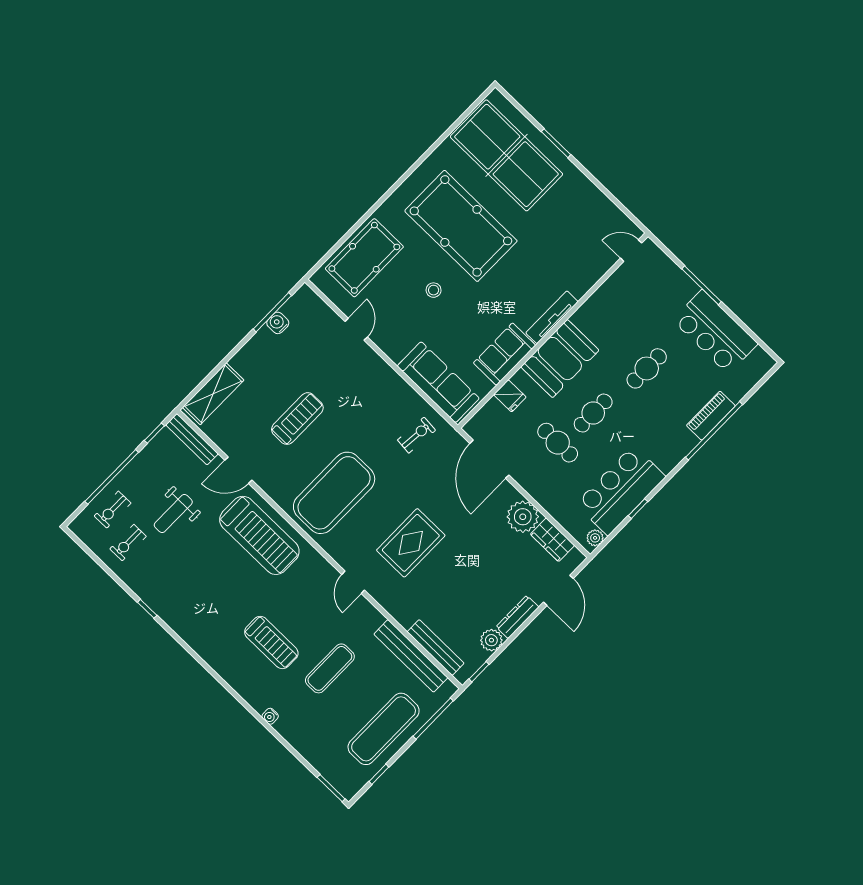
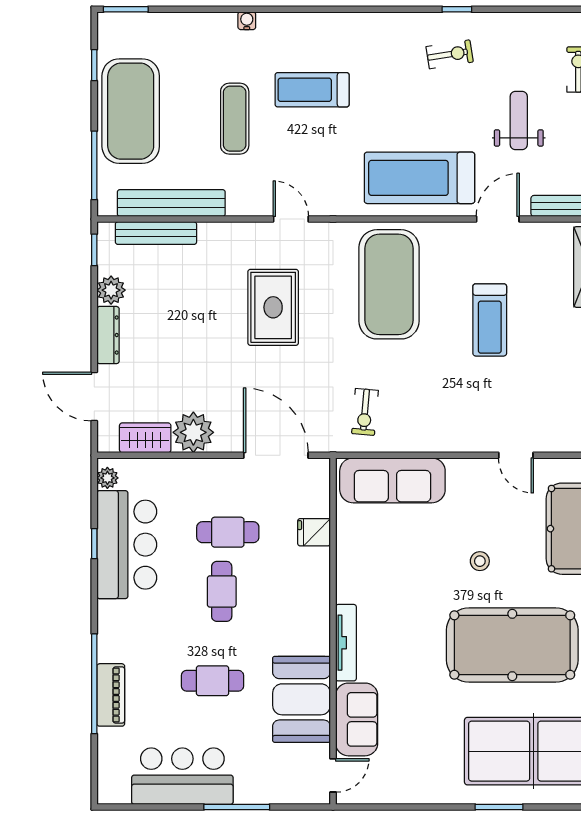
sofa: (504, 354) -> (357, 719), moved
booth: (560, 359) -> (302, 699), moved
cafe table: (647, 368) -> (212, 681), turned 90
exercise bike: (128, 543) -> (450, 54), moved, turned 81
exercise mat: (384, 729) -> (131, 111), width x1.47

